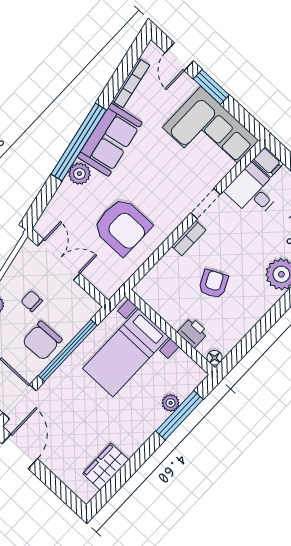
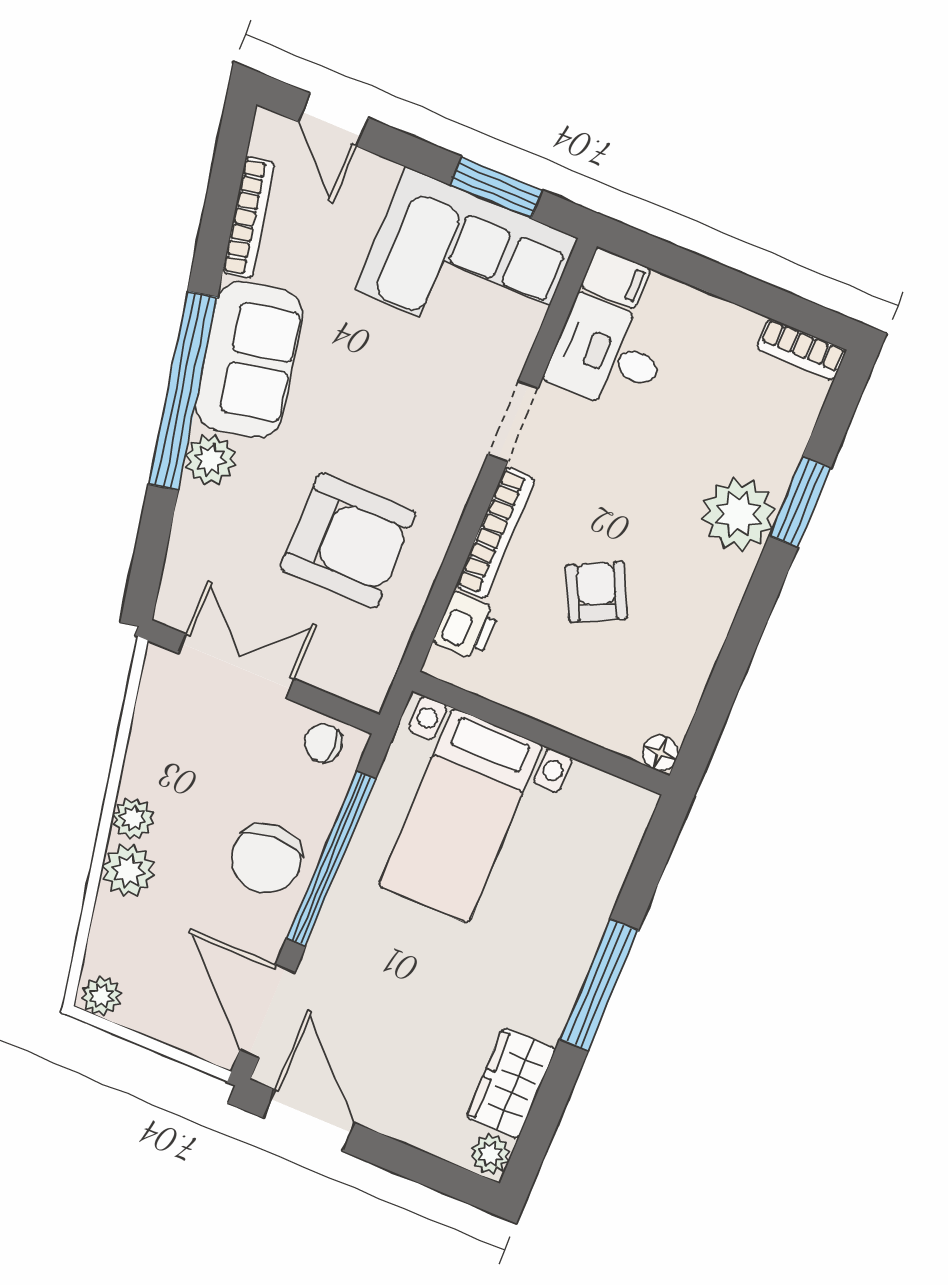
window: (211, 87) -> (496, 188), moved
bookcase: (189, 238) -> (495, 533), width x1.56
chair: (32, 301) -> (323, 743), moved
printer: (193, 333) -> (466, 626), moved, turned 90
plant: (171, 403) -> (490, 1154), moved
window: (180, 415) -> (599, 985), moved

